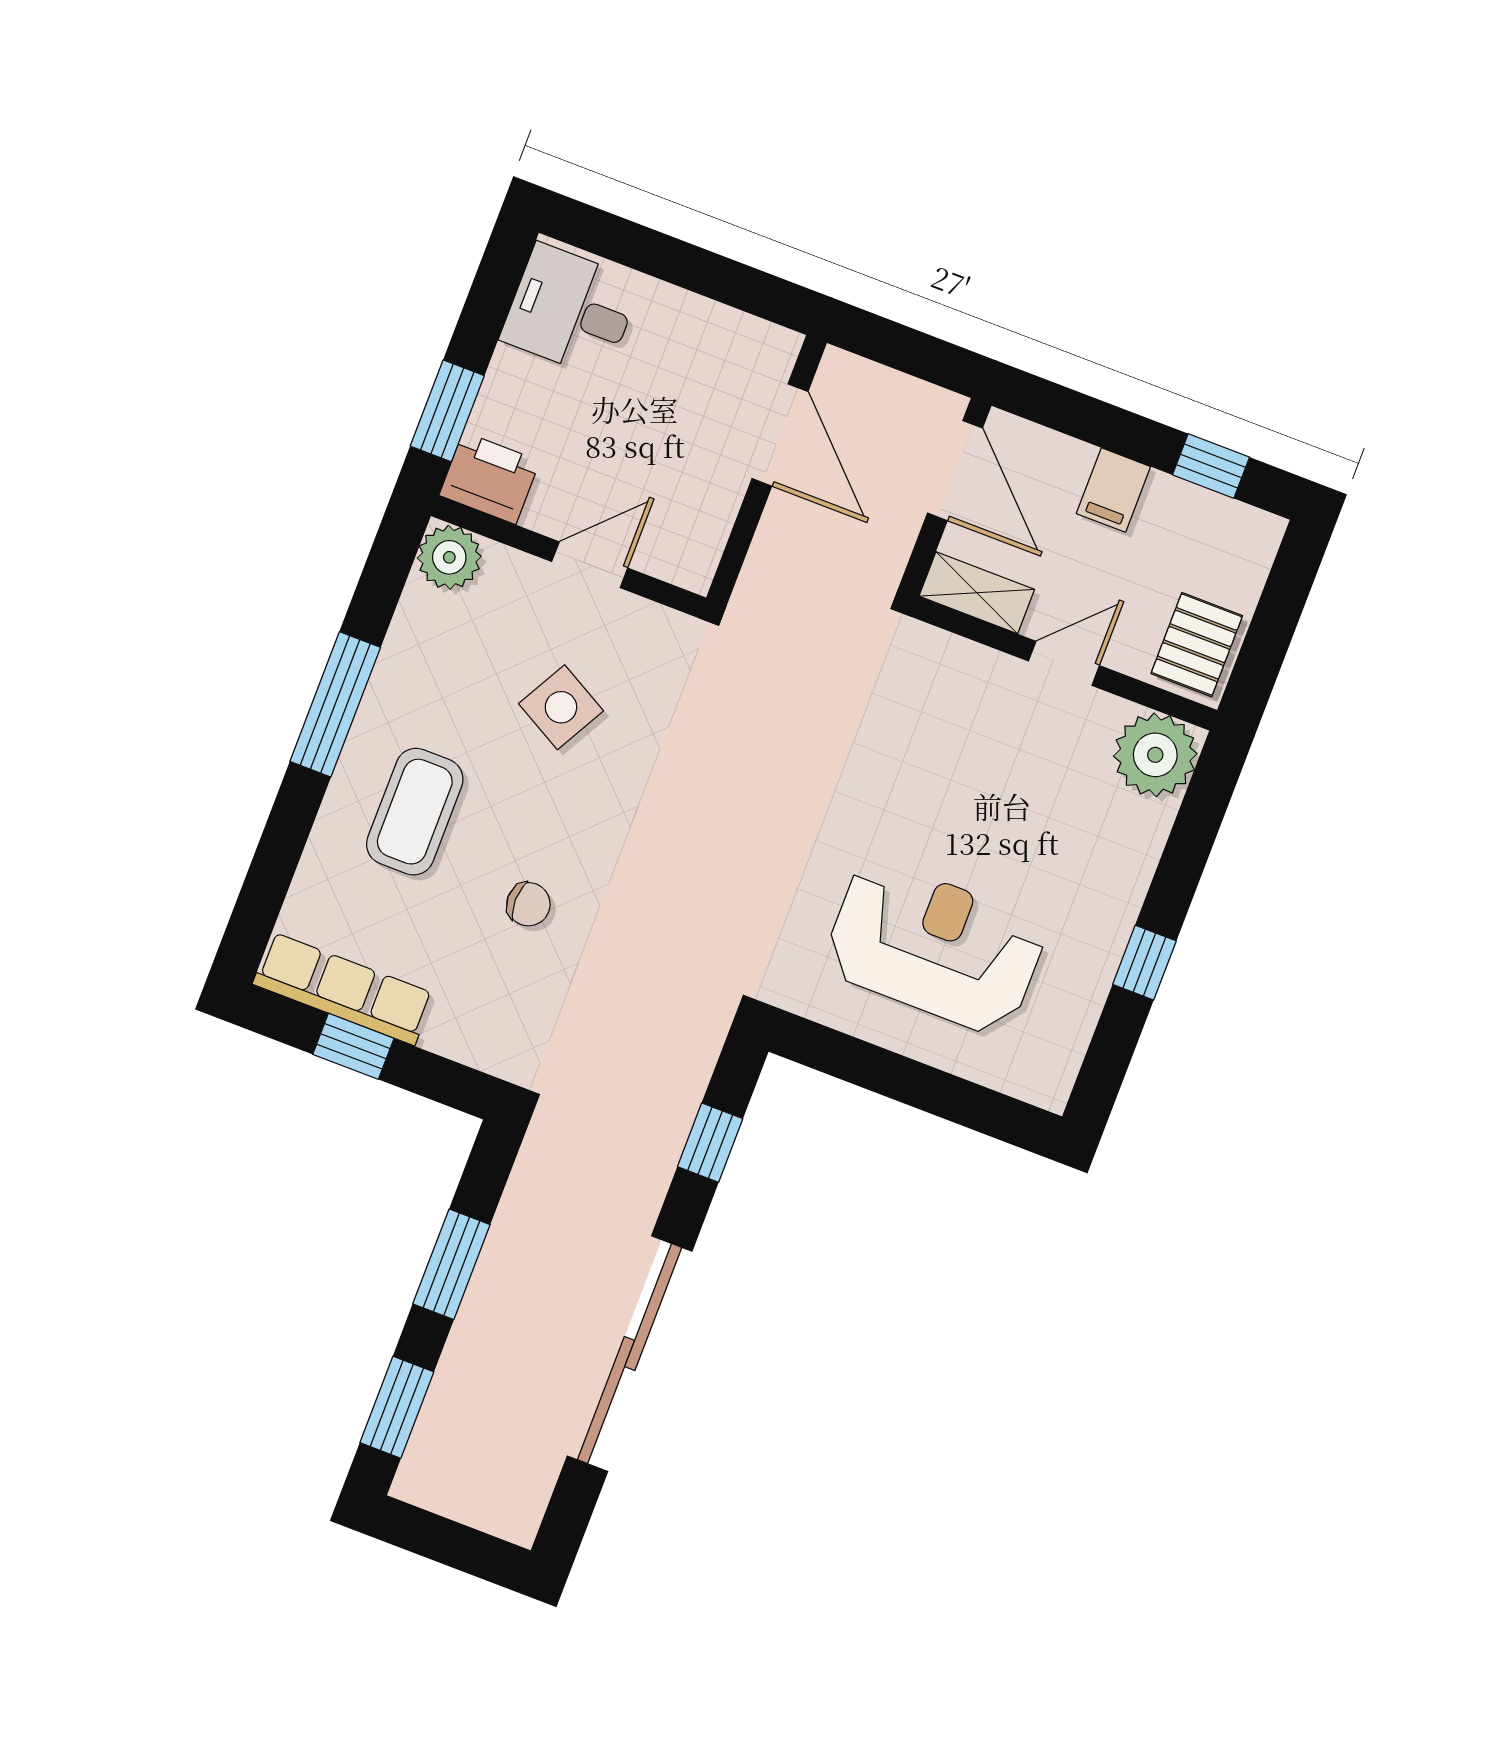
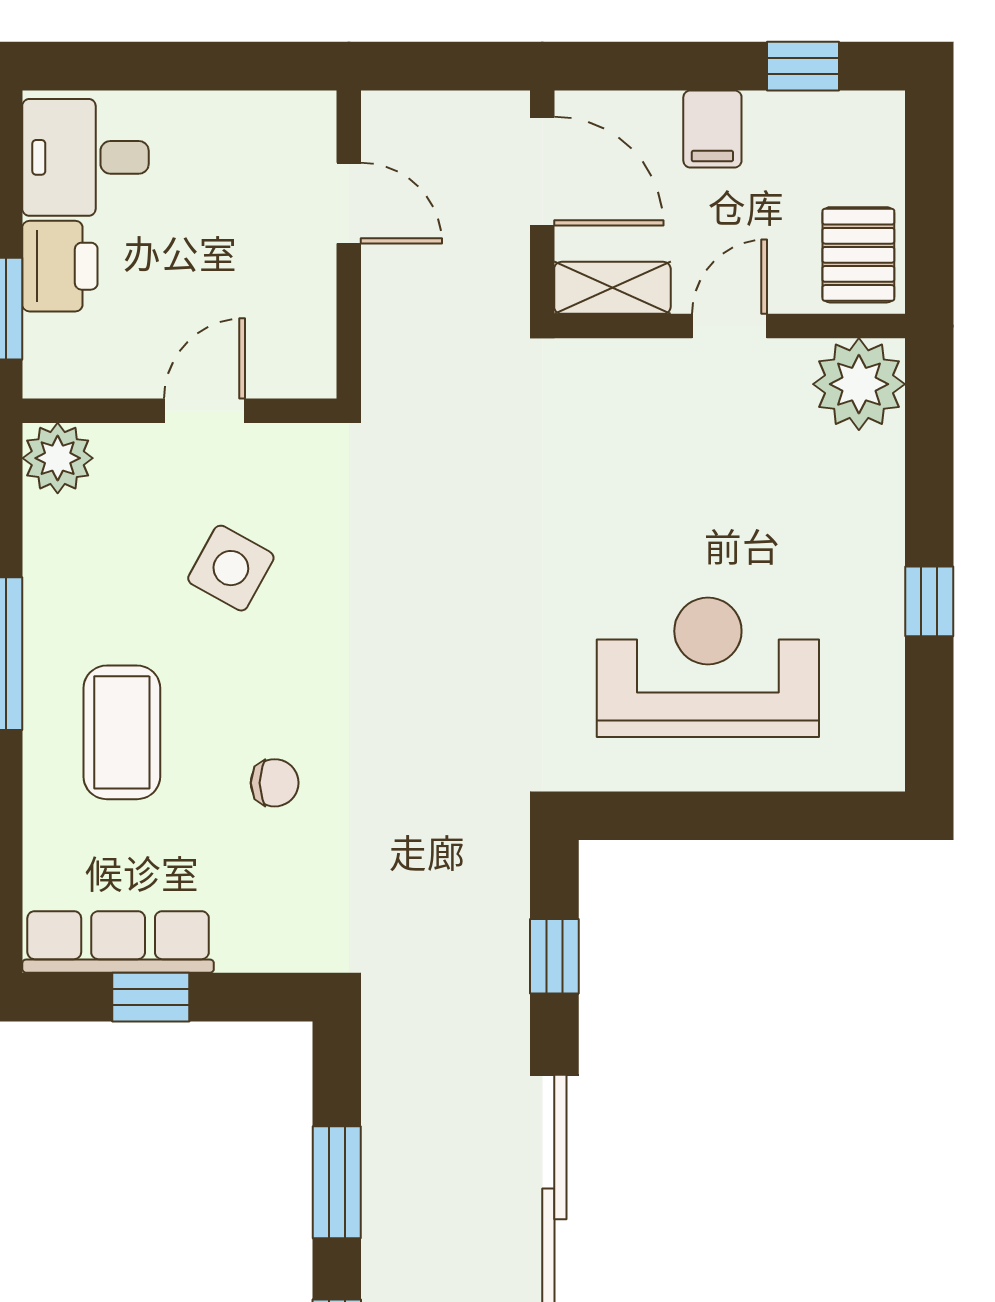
door: (780, 435) -> (349, 203), width x0.73
printer: (489, 478) -> (60, 266), moved, turned 90

